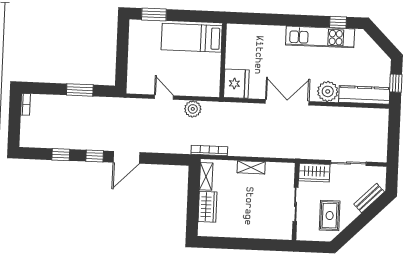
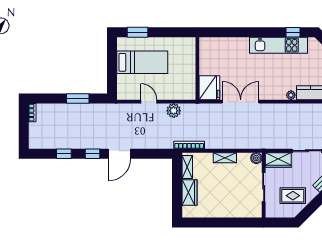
bed: (192, 38) -> (142, 62), moved, turned 180
plant: (328, 91) -> (291, 95), width x0.53, depth x0.53
double door: (287, 102) -> (241, 102), moved
boiler: (288, 169) -> (256, 158), added
rug: (330, 216) -> (293, 196), turned 90

